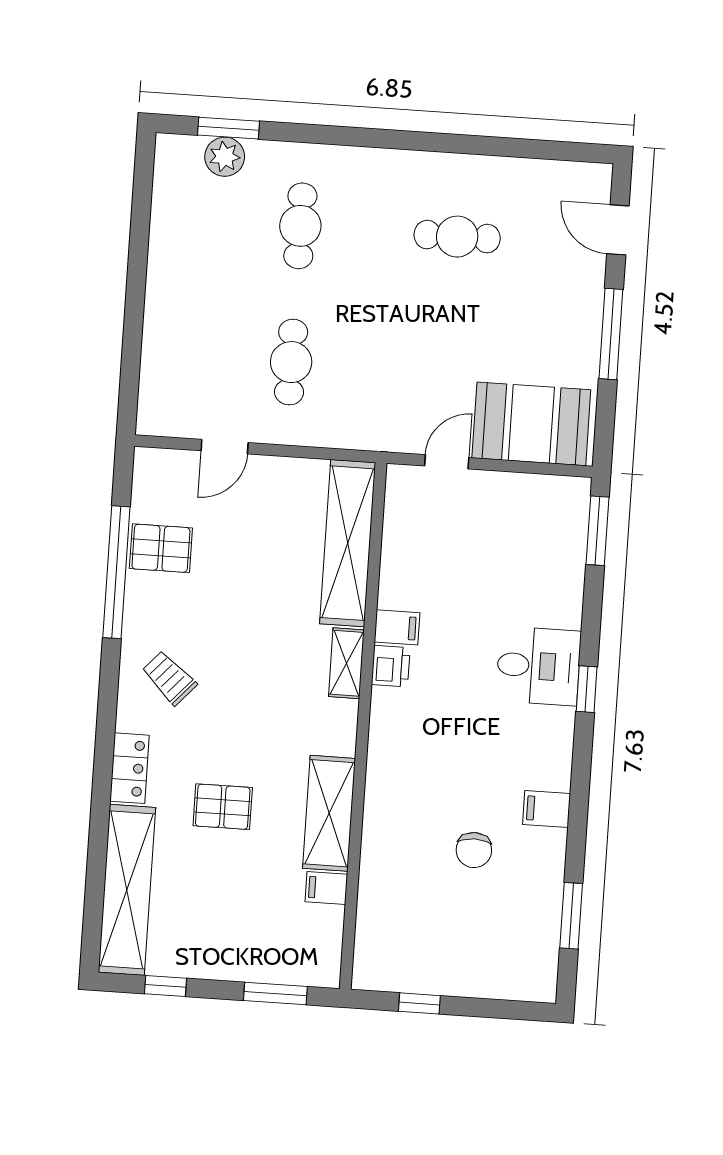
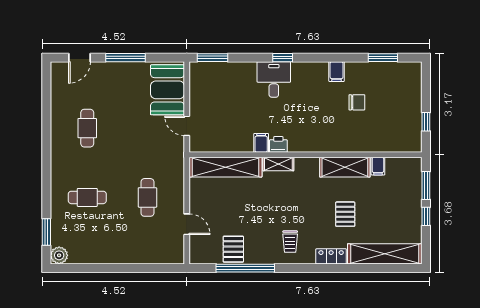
plant: (225, 157) -> (59, 255), moved
cafe table: (291, 362) -> (147, 197), turned 90
trolley: (169, 678) -> (290, 242), turned -42
window: (166, 986) -> (426, 216), moved

